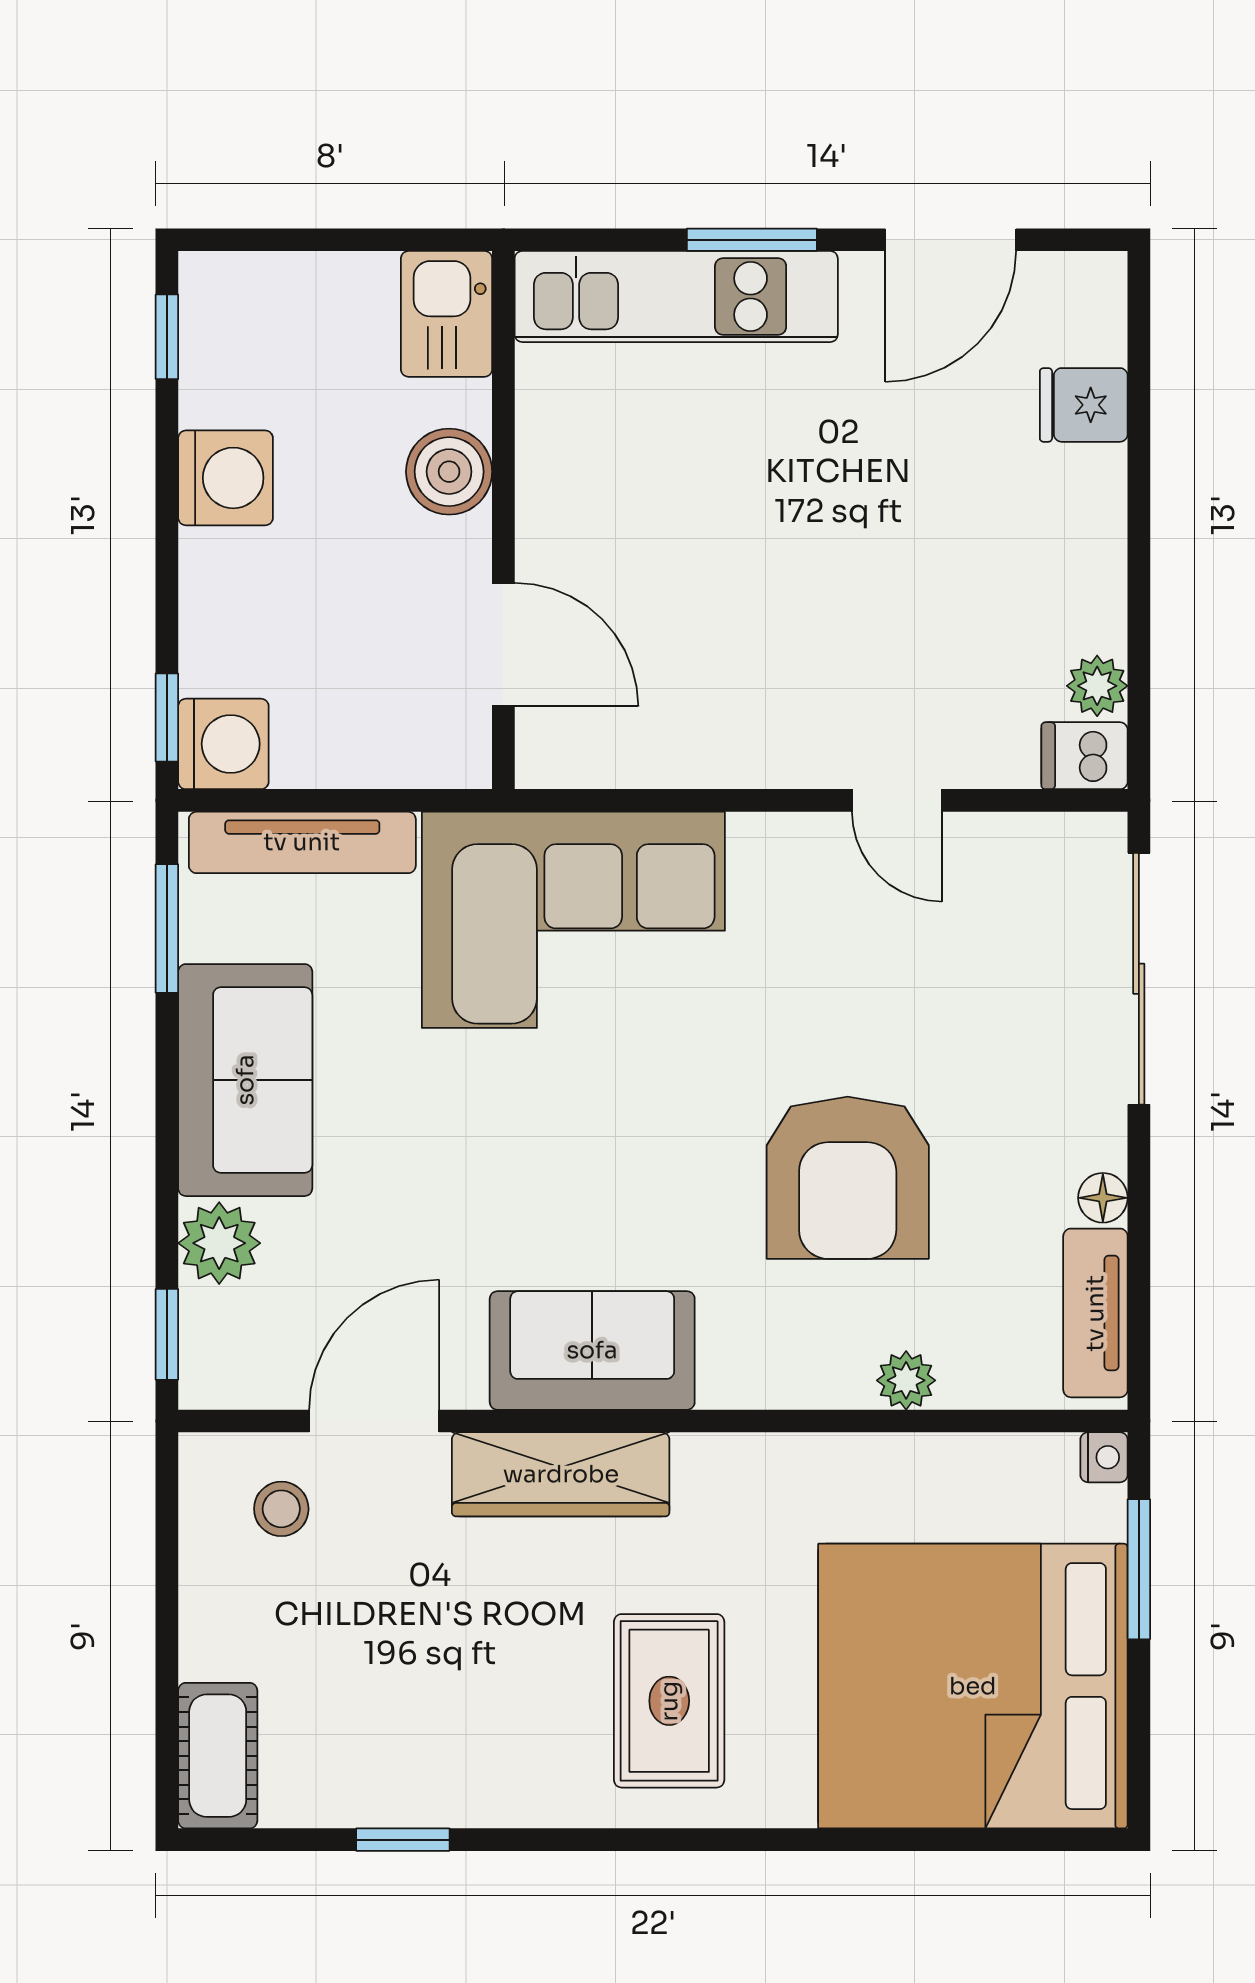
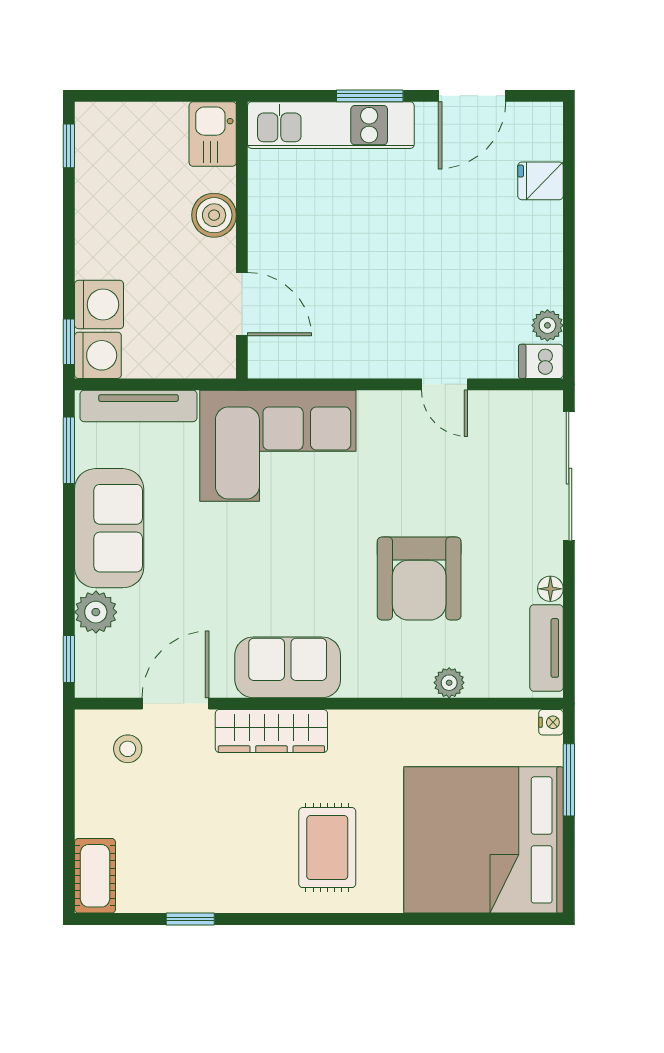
washing machine: (226, 478) -> (99, 305), moved

